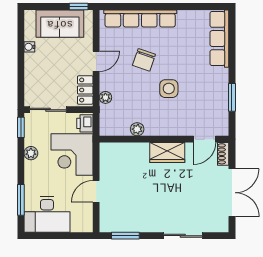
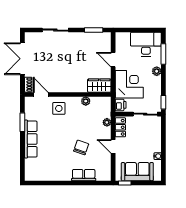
row of seats: (140, 18) -> (84, 175), width x0.50
row of seats: (219, 39) -> (31, 139), moved
door: (96, 61) -> (113, 146), hinge flipped
side table: (169, 89) -> (59, 108), moved
door: (205, 139) -> (41, 94), hinge flipped
wardrobe: (167, 152) -> (99, 86), moved
plant: (31, 153) -> (157, 71), moved
door: (96, 191) -> (113, 60), swing flipped

